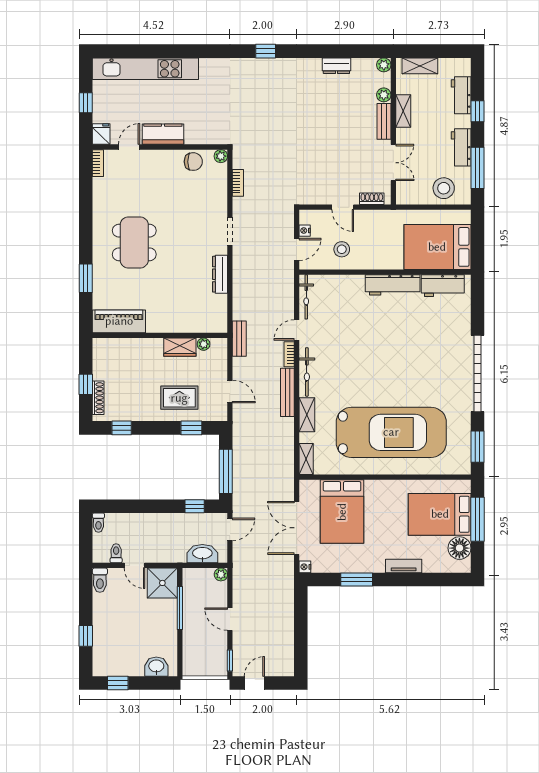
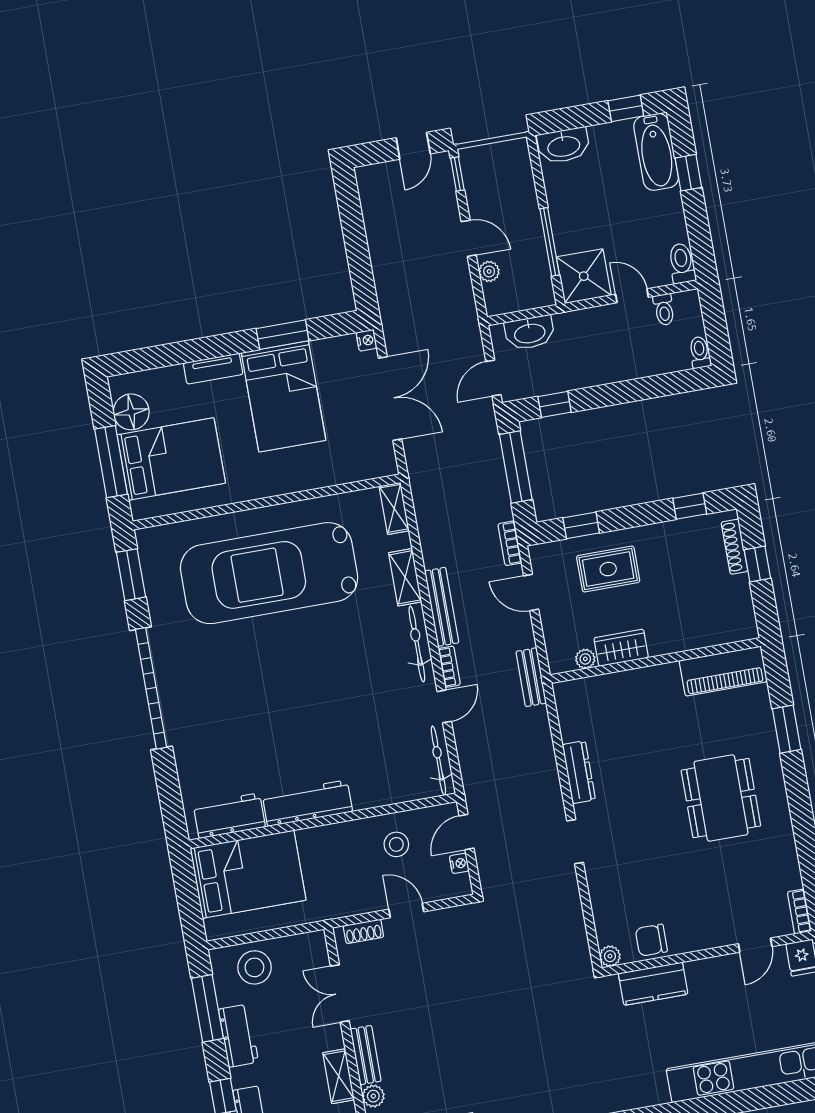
kitchen counter: (163, 134) -> (653, 984), moved
bookcase: (238, 183) -> (510, 543), moved
bed: (342, 512) -> (284, 396), moved, turned 180
plant: (221, 574) -> (489, 271), moved
bathtub: (104, 652) -> (656, 152), added
washbasin: (156, 667) -> (564, 146), width x1.38

